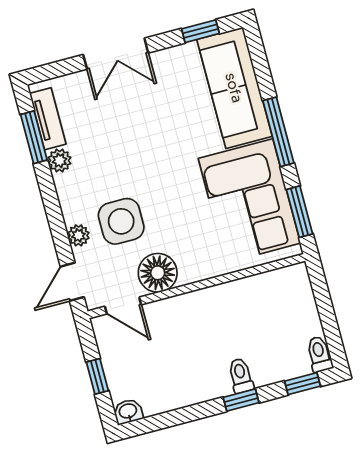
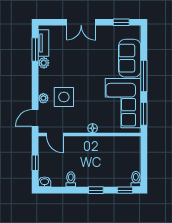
sofa: (234, 88) -> (130, 58), width x0.73
floor lamp: (158, 273) -> (93, 128), moved, width x0.53, depth x0.53
toilet: (241, 376) -> (71, 179), moved

